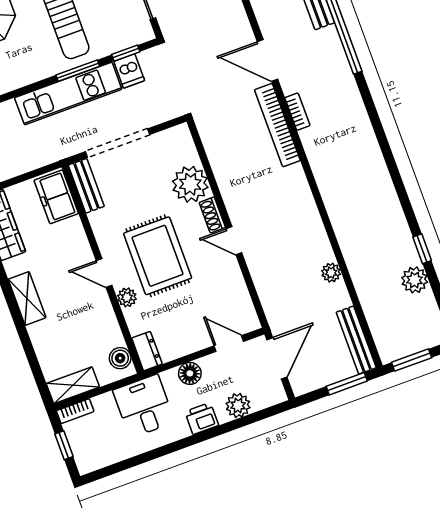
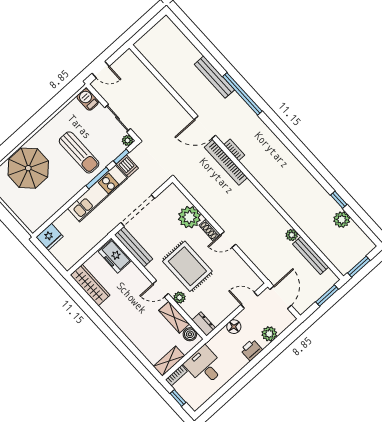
plant: (145, 33) -> (128, 140), added
bench: (86, 186) -> (134, 247), width x1.36
shelving: (27, 298) -> (174, 317), moved
bench: (356, 340) -> (311, 255), moved
desk: (144, 406) -> (204, 366), moved

